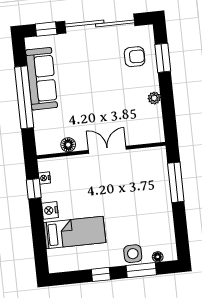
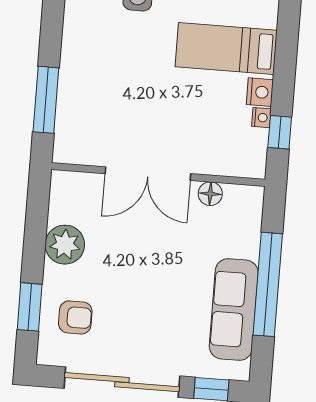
armchair: (135, 57) -> (75, 317), turned 180
plant: (154, 98) -> (65, 245), width x1.87, depth x1.87
double door: (107, 150) -> (148, 174), width x1.37
nightstand: (44, 178) -> (261, 118), moved

